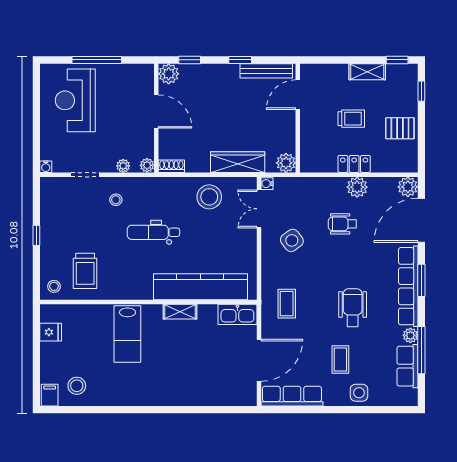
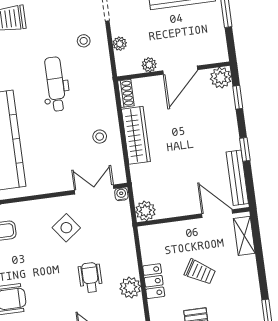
shelving: (367, 72) -> (244, 236), moved
trolley: (351, 119) -> (200, 272), turned -59
wardrobe: (238, 162) -> (136, 135), moved
plant: (147, 165) -> (149, 65), moved
stool: (209, 197) -> (100, 137), width x0.53, depth x0.53

